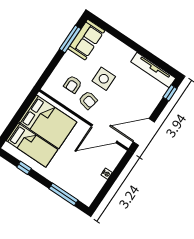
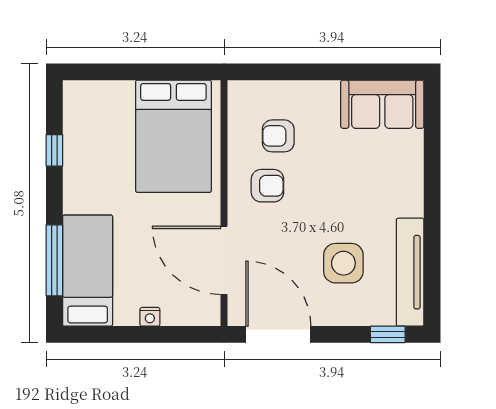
window: (70, 39) -> (362, 72), removed
side table: (104, 79) -> (343, 263), moved
armchair: (88, 100) -> (267, 186), turned -102
bed: (32, 145) -> (88, 271), moved, turned 180

